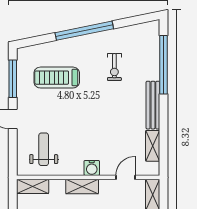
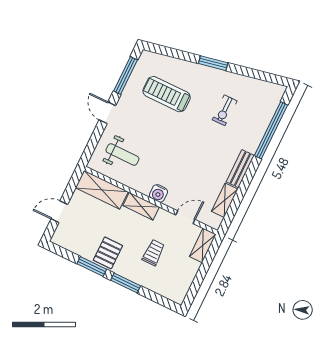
window: (84, 31) -> (213, 63), width x0.47
bench: (153, 105) -> (240, 169), width x0.73
weight bench: (44, 149) -> (122, 155), turned 90
shelving: (33, 186) -> (102, 190), width x1.50, depth x1.33

